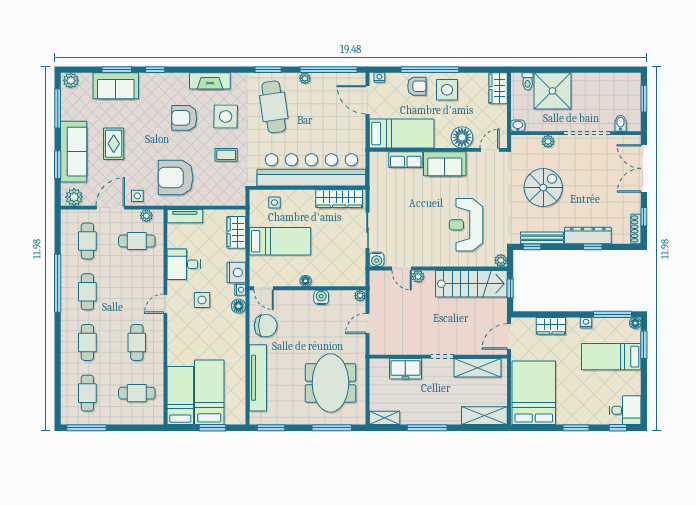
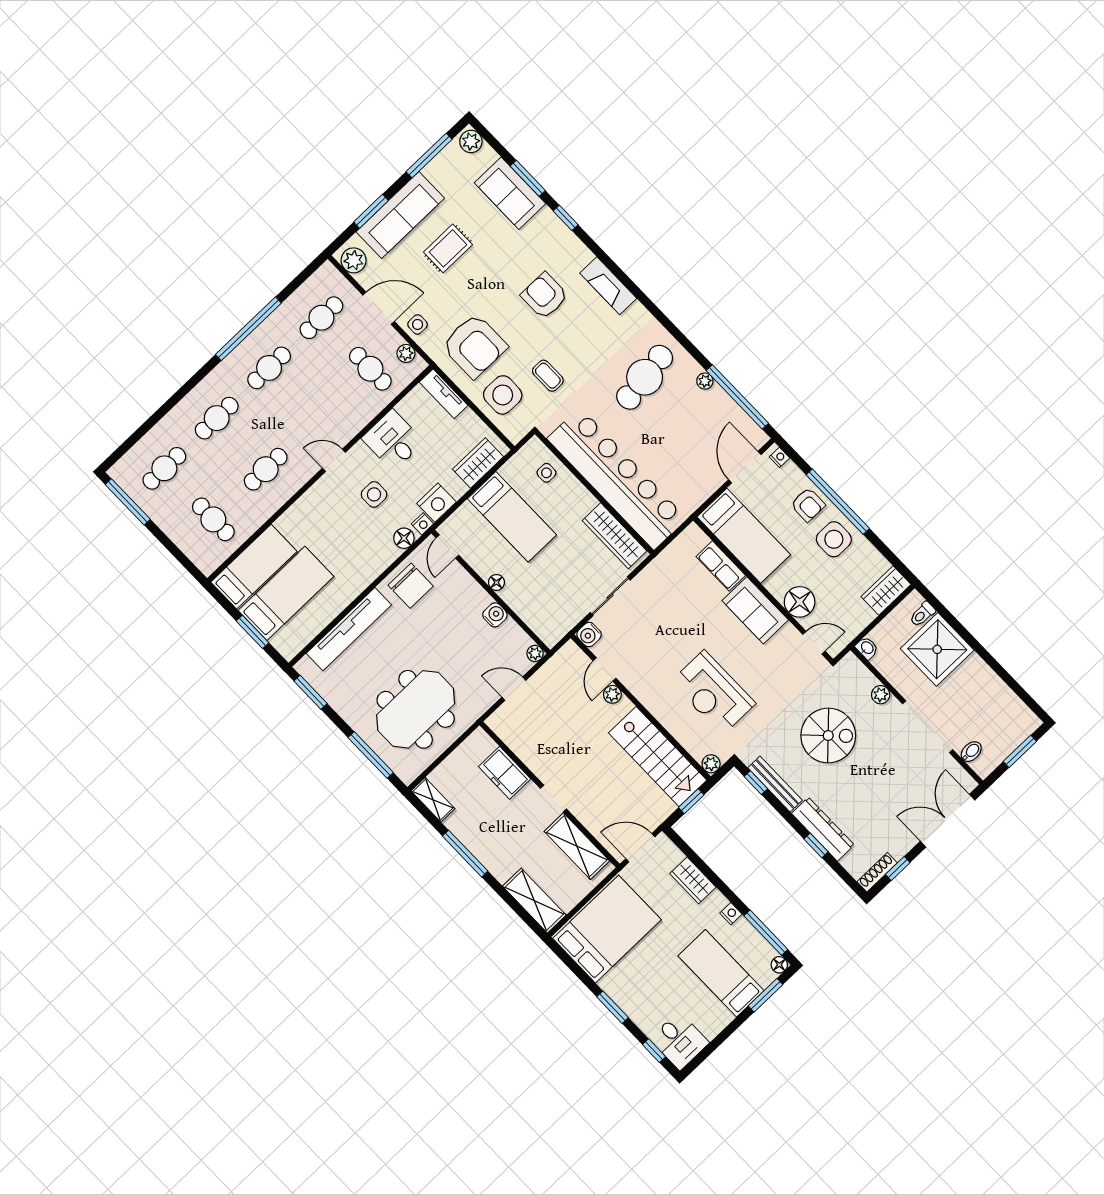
window: (268, 70) -> (677, 334), removed
side table: (226, 116) -> (503, 395), moved
armchair: (176, 177) -> (474, 346), turned 180
reception desk: (466, 225) -> (713, 693), turned -90

